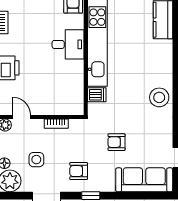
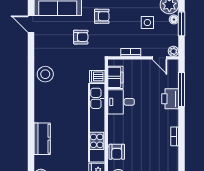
desk: (68, 44) -> (121, 102), moved
filing cabinet: (75, 94) -> (115, 77), added
armchair: (79, 171) -> (102, 16), moved

